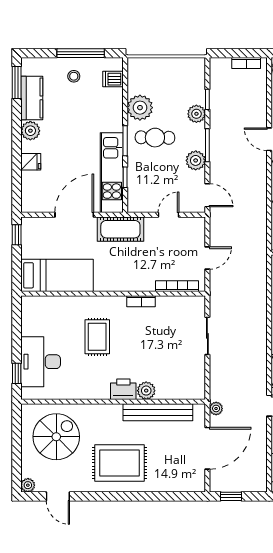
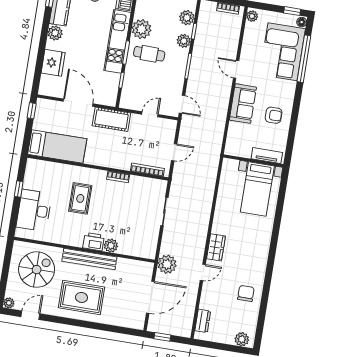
plant: (196, 160) -> (187, 18), moved
fridge: (31, 162) -> (53, 63), width x1.88, depth x1.34
kitchen unit: (112, 173) -> (117, 41), moved
door: (74, 215) -> (78, 103), hinge flipped
window: (17, 373) -> (19, 189), moved
plant: (216, 408) -> (167, 264), width x1.88, depth x1.88
bench: (158, 412) -> (89, 259), moved
door: (58, 496) -> (30, 315), swing flipped

